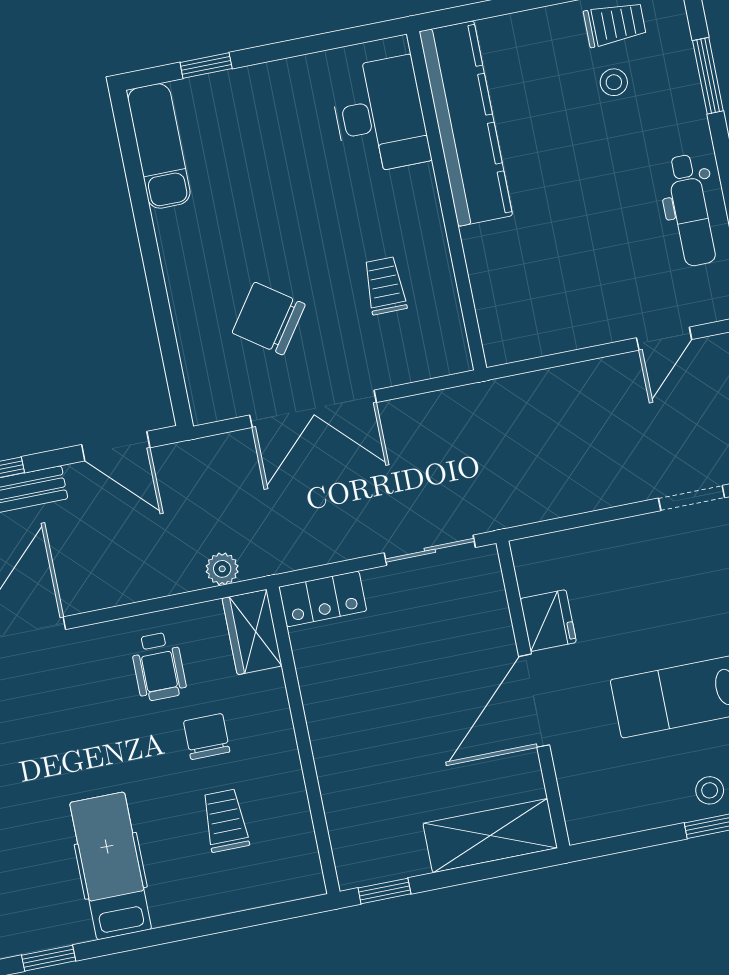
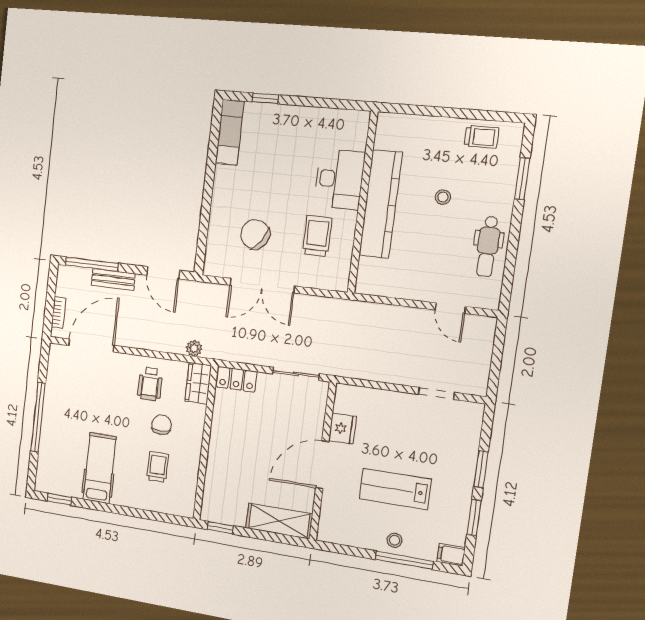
stool: (614, 82) -> (443, 197), moved
desk: (380, 115) -> (339, 179), moved
kitchen counter: (466, 123) -> (381, 204), moved
trolley: (385, 286) -> (317, 236), width x1.36, depth x1.39
door: (664, 339) -> (450, 308), hinge flipped

